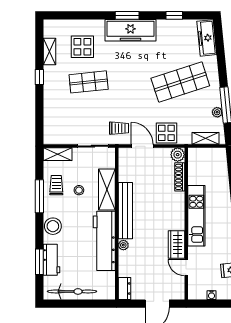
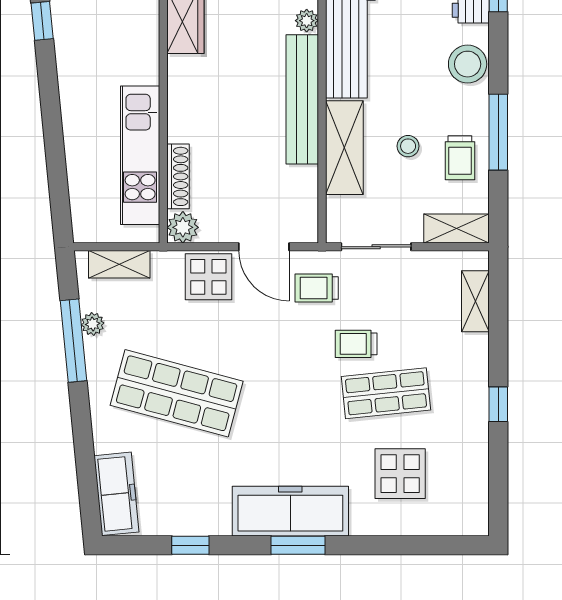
shelving: (49, 51) -> (475, 301), moved
shop shelf: (180, 82) -> (177, 393), turned 33
trolley: (102, 104) -> (356, 344), added
kitchen unit: (196, 216) -> (140, 155), moved

